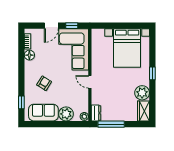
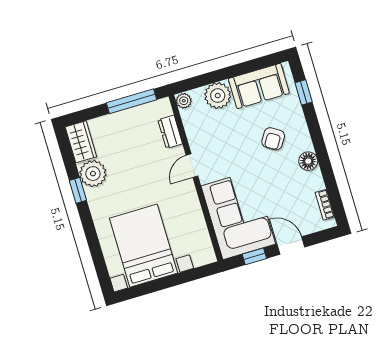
door: (51, 26) -> (291, 246), hinge flipped
floor lamp: (29, 55) -> (308, 161), moved
window: (152, 73) -> (78, 190), moved
door: (90, 82) -> (192, 166), swing flipped
dresser: (96, 113) -> (170, 132), moved

